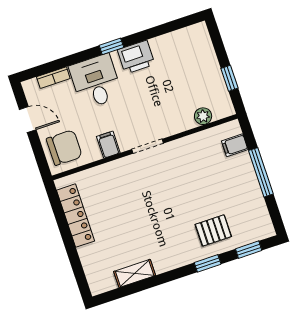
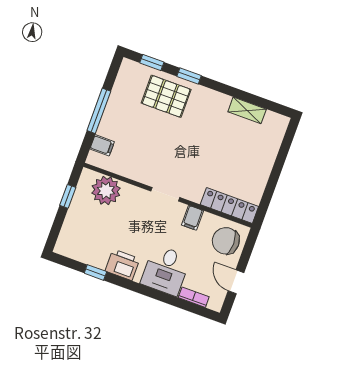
window: (111, 46) -> (95, 272), moved
plant: (203, 116) -> (106, 191), width x1.88, depth x1.88
locker: (76, 216) -> (229, 206), moved, turned 90
pallet: (213, 230) -> (166, 96), width x1.50, depth x1.42

